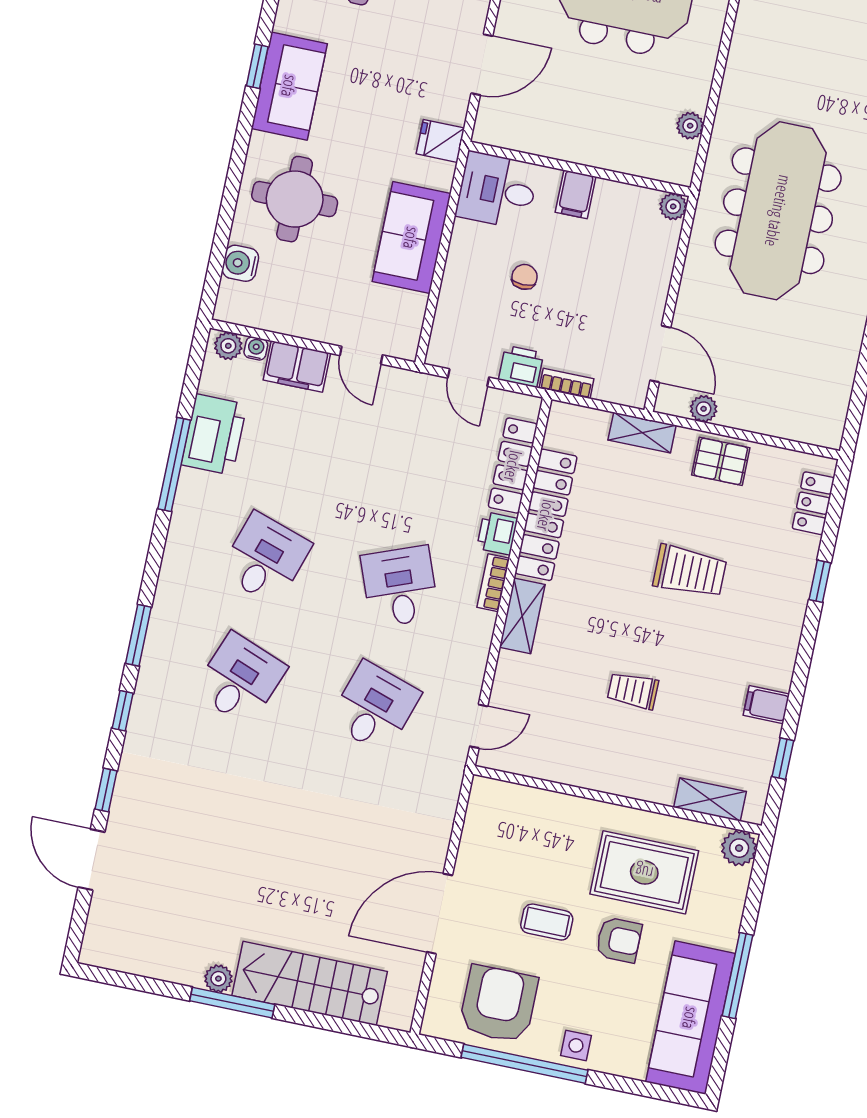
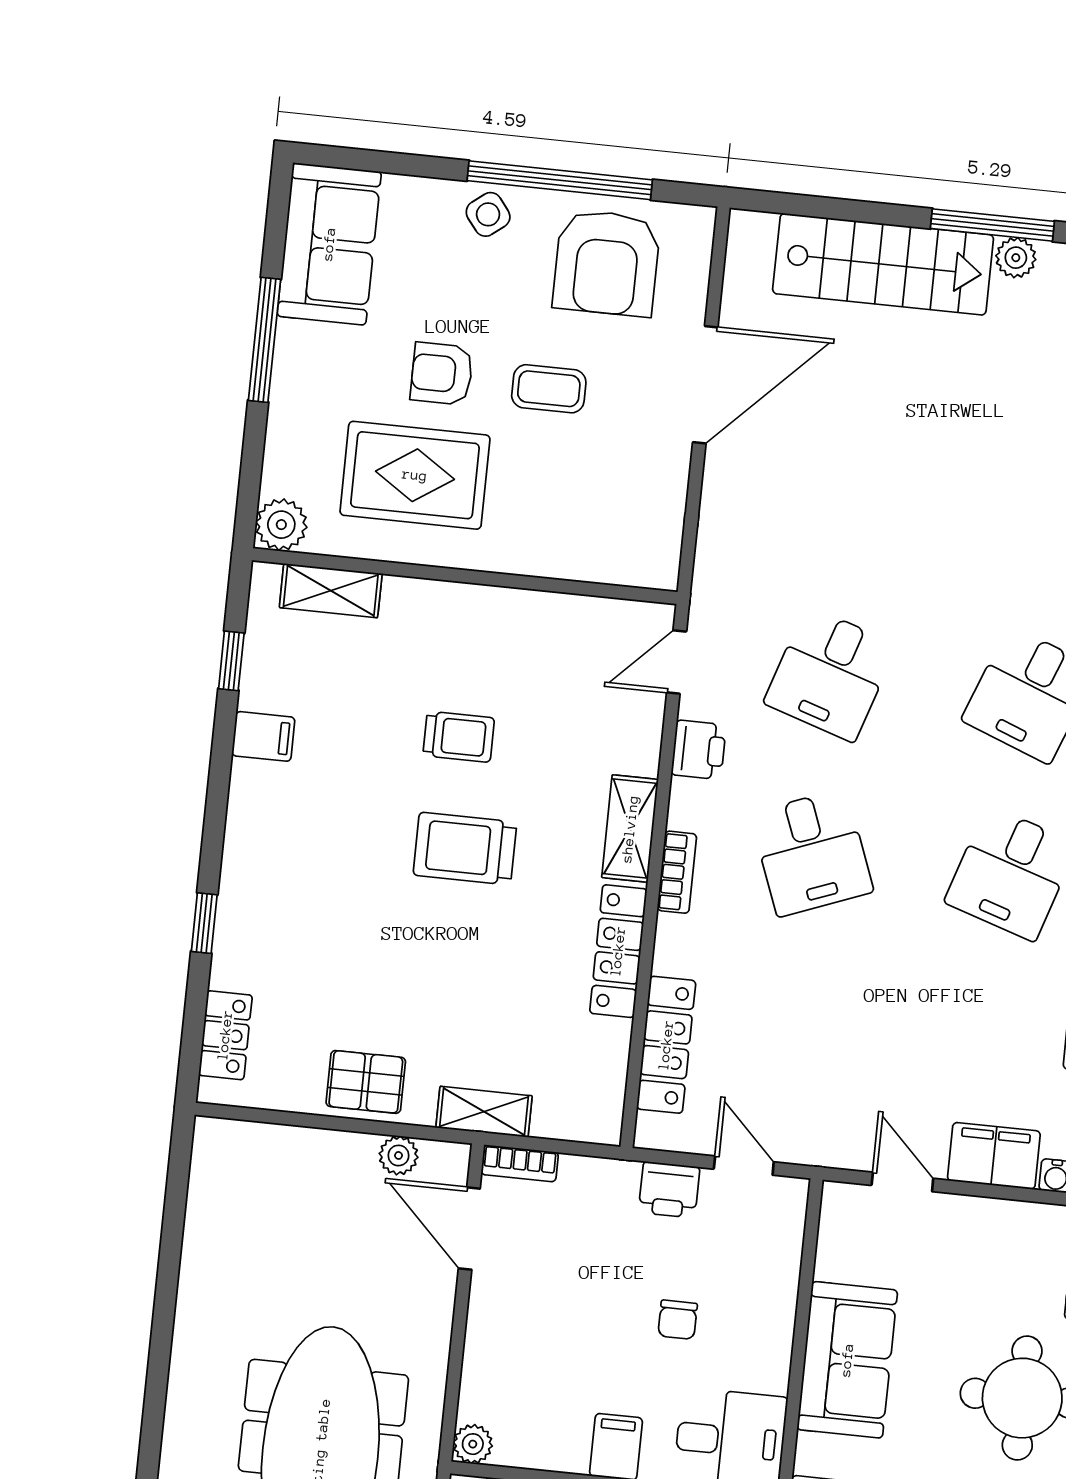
bookcase: (567, 383) -> (520, 1163), moved
locker: (546, 515) -> (618, 951), width x0.71, depth x0.83
printer: (497, 533) -> (699, 750), moved
trolley: (690, 571) -> (465, 849), moved
sofa: (690, 1018) -> (329, 244), width x0.73
side table: (576, 1045) -> (488, 214), turned -38

